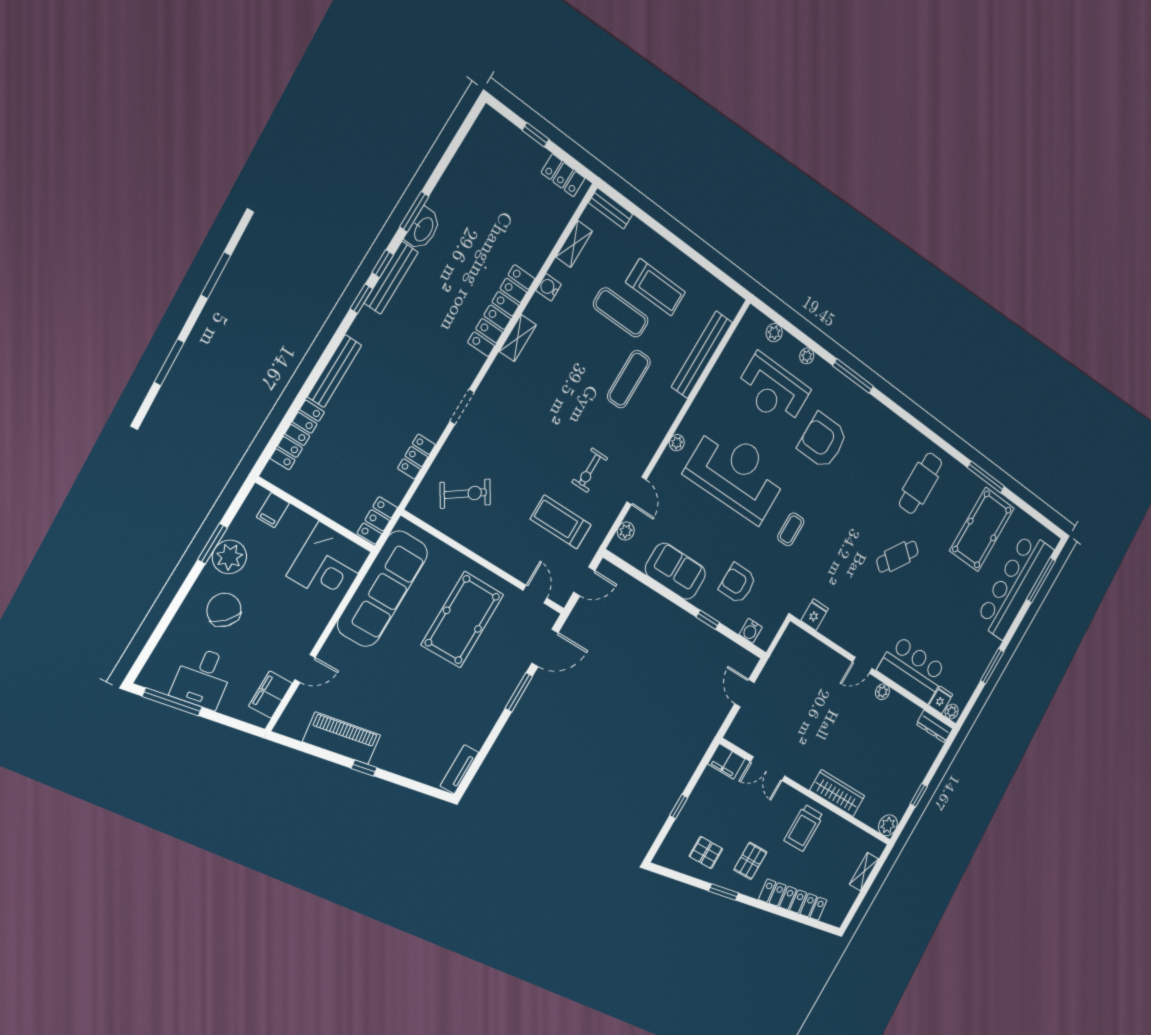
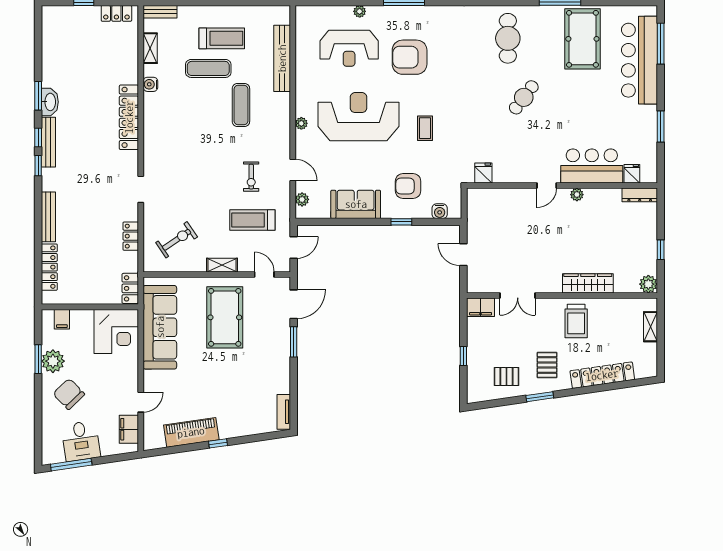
plant: (774, 333) -> (325, 12), removed
shelving: (518, 338) -> (222, 265), moved, turned 90
plant: (952, 712) -> (647, 177), removed

